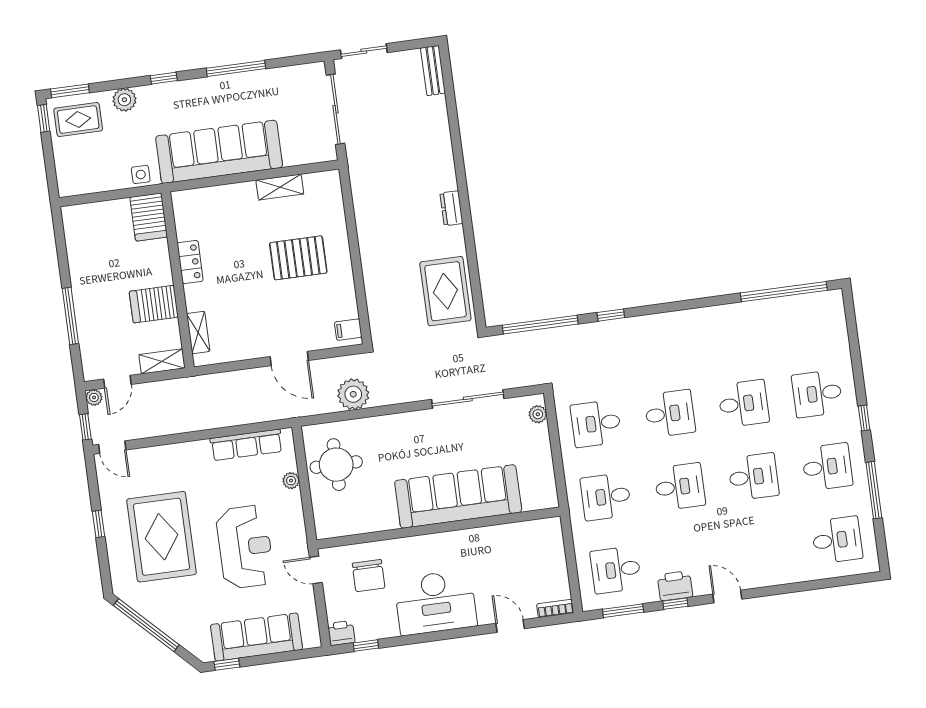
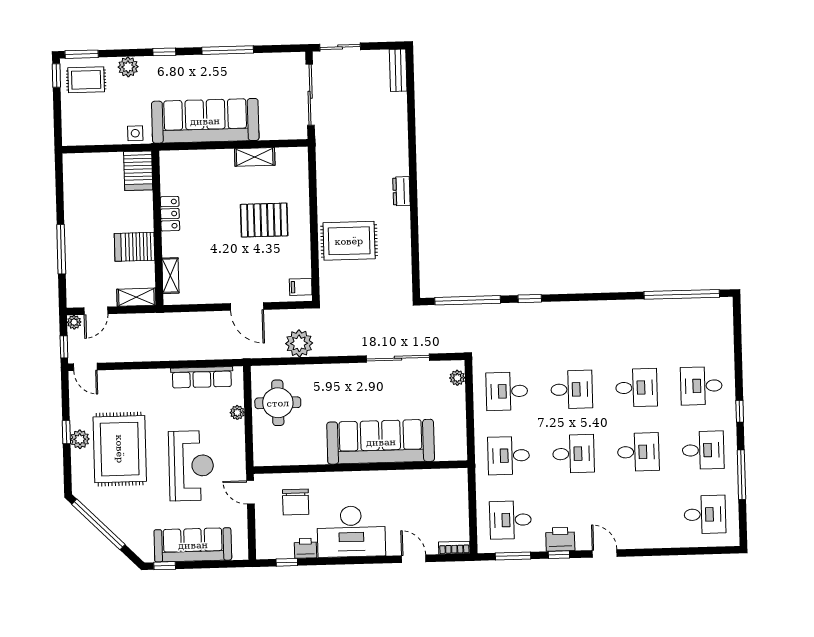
rug: (445, 291) -> (349, 241), moved, turned 90
plant: (115, 530) -> (80, 439), added
printer: (341, 633) -> (305, 548), moved

